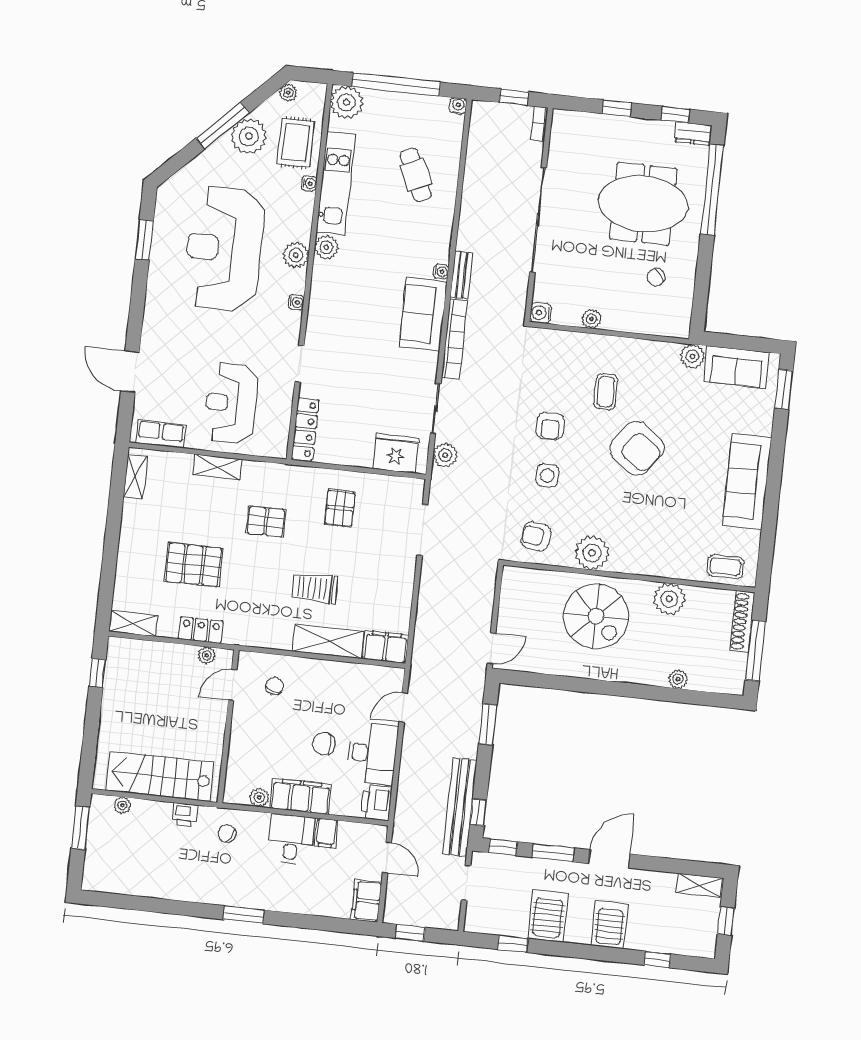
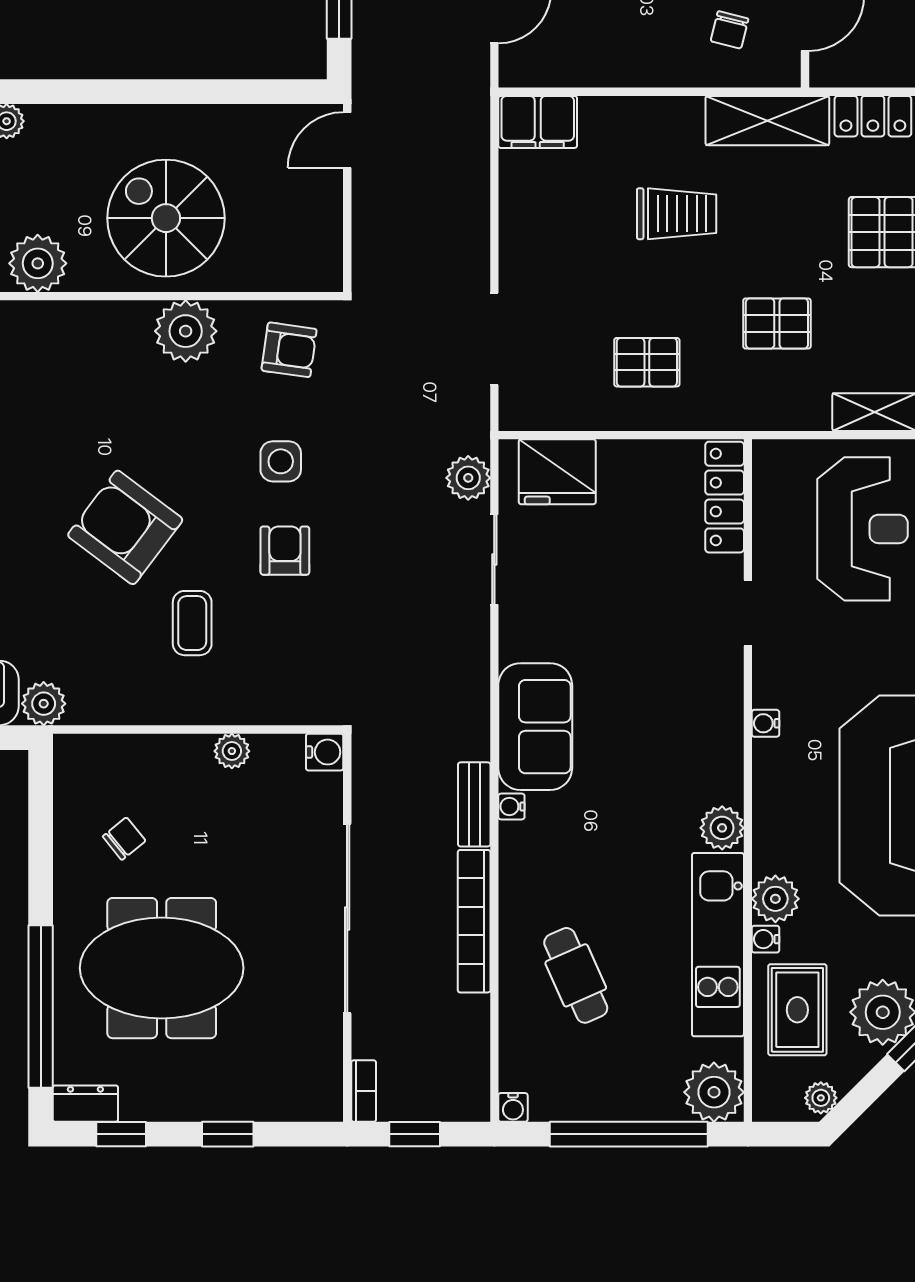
plant: (296, 255) -> (775, 899), moved
bookcase: (454, 339) -> (474, 921), moved
pallet: (340, 508) -> (647, 362), turned 90
shelving: (328, 641) -> (767, 121), moved
plant: (207, 655) -> (857, 72), removed

